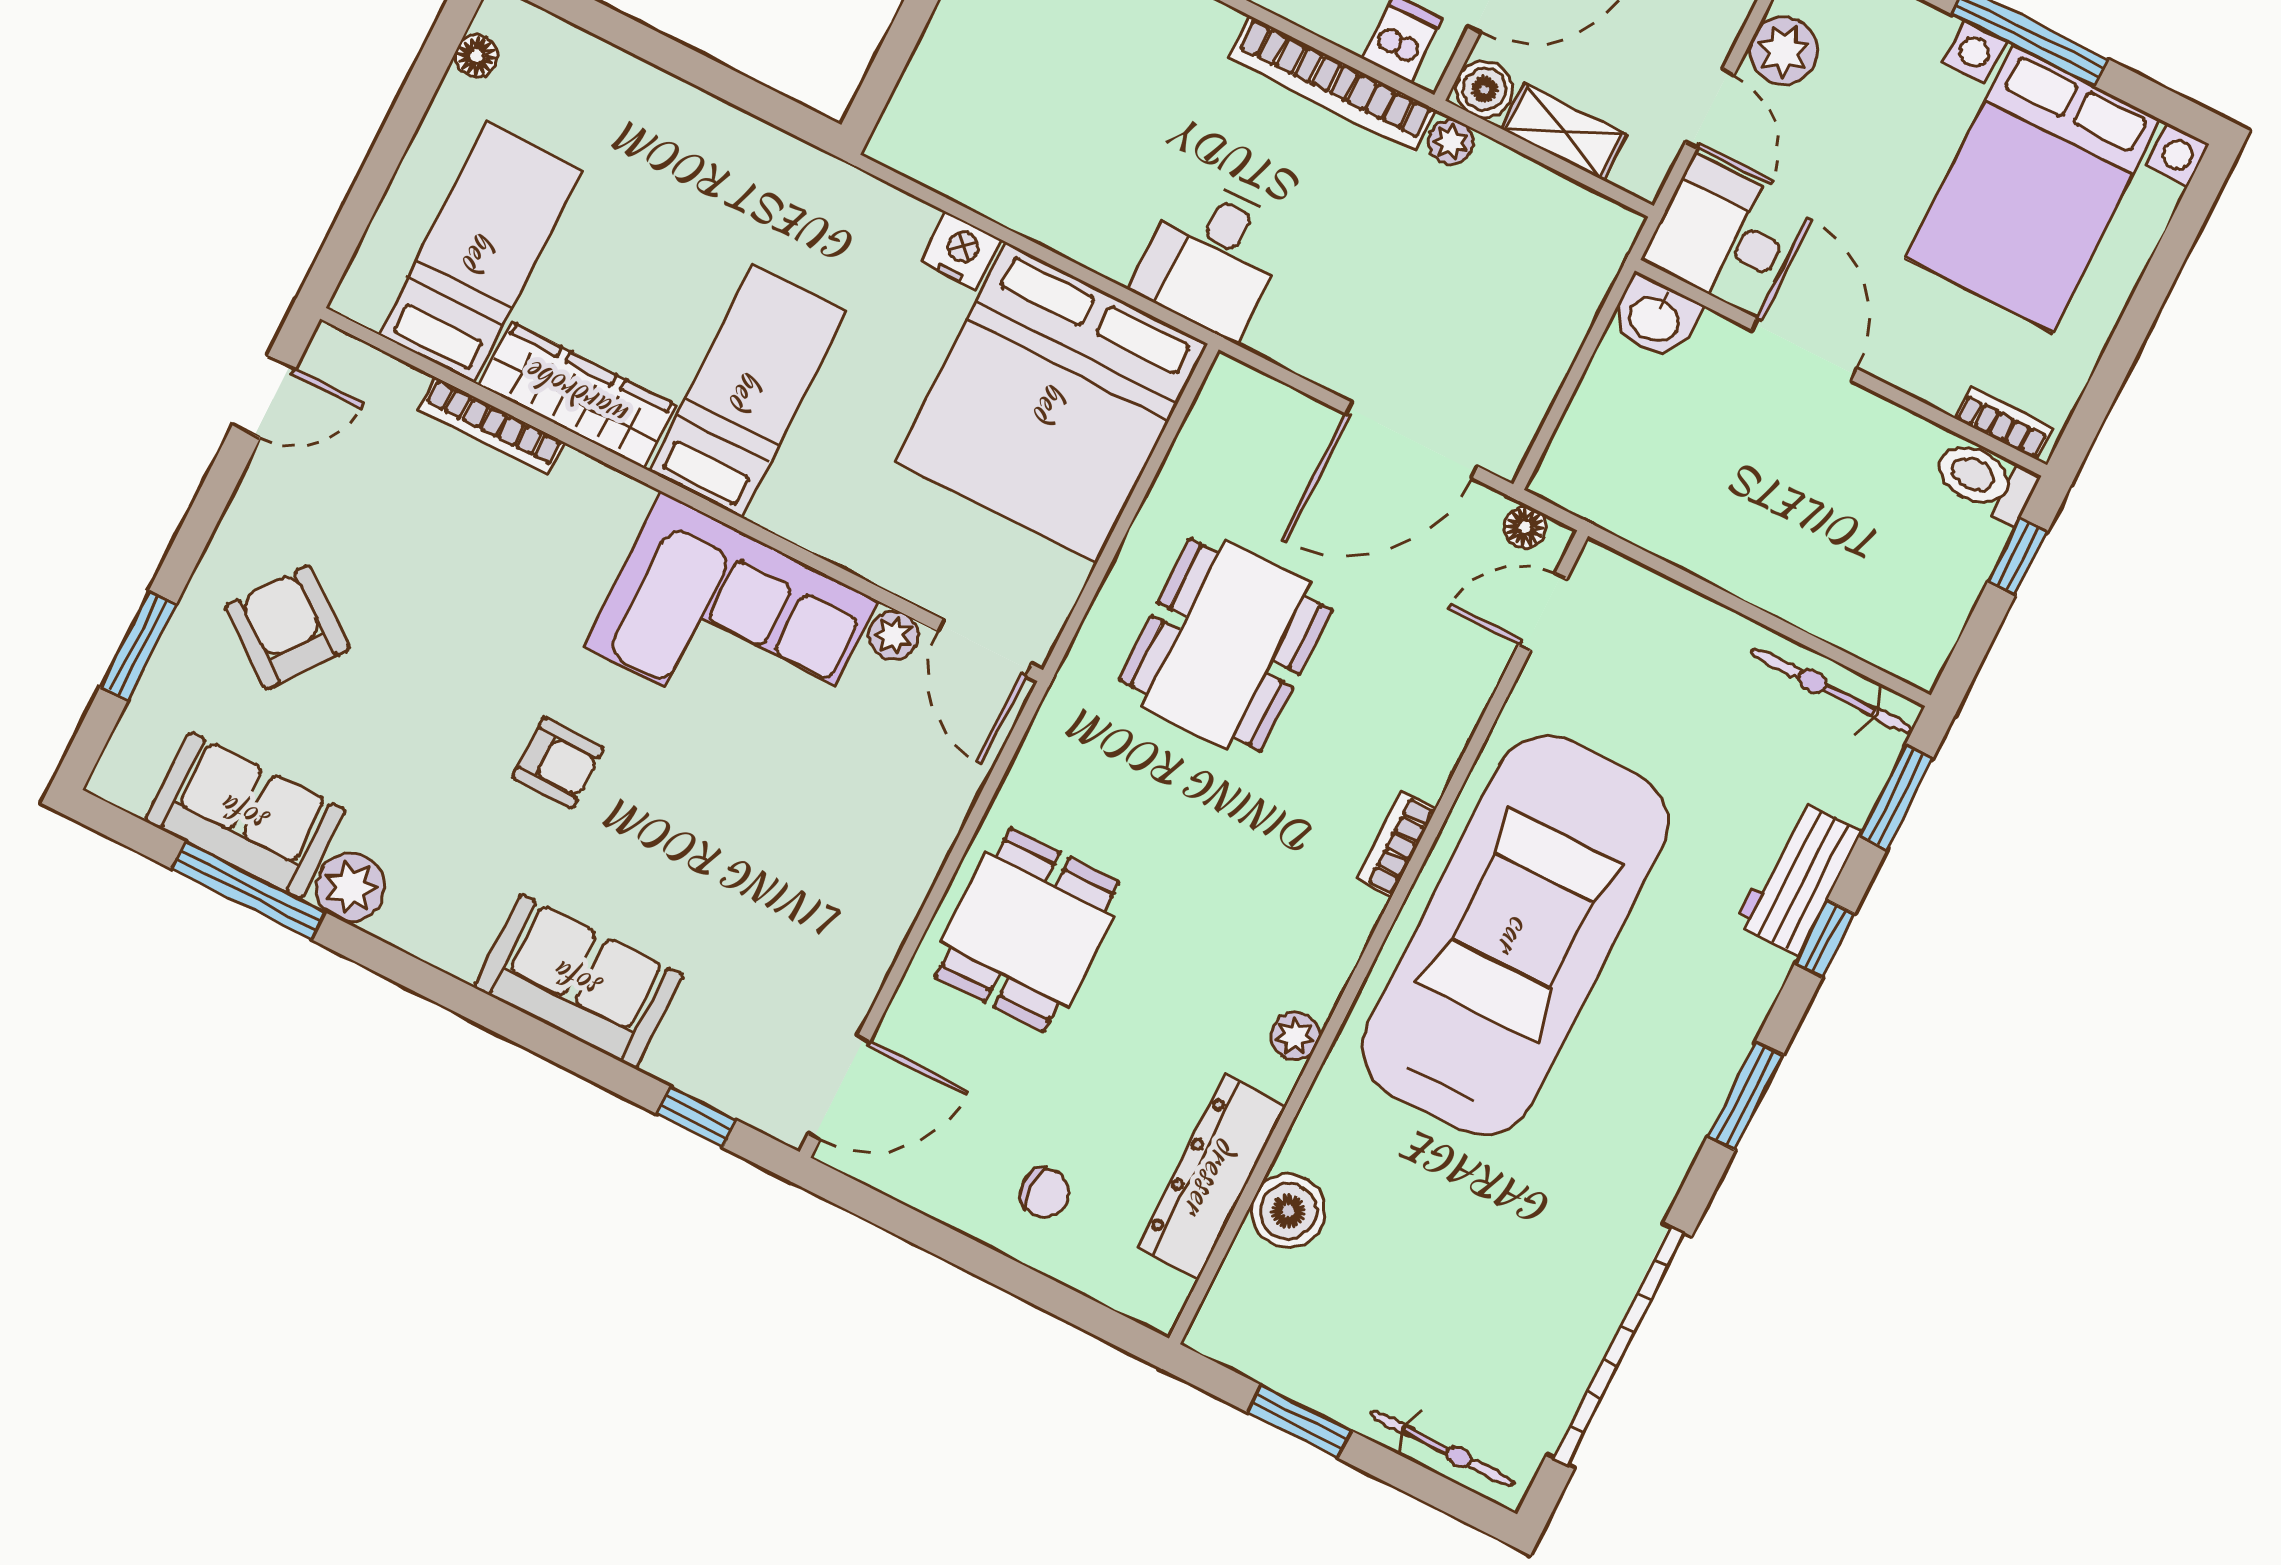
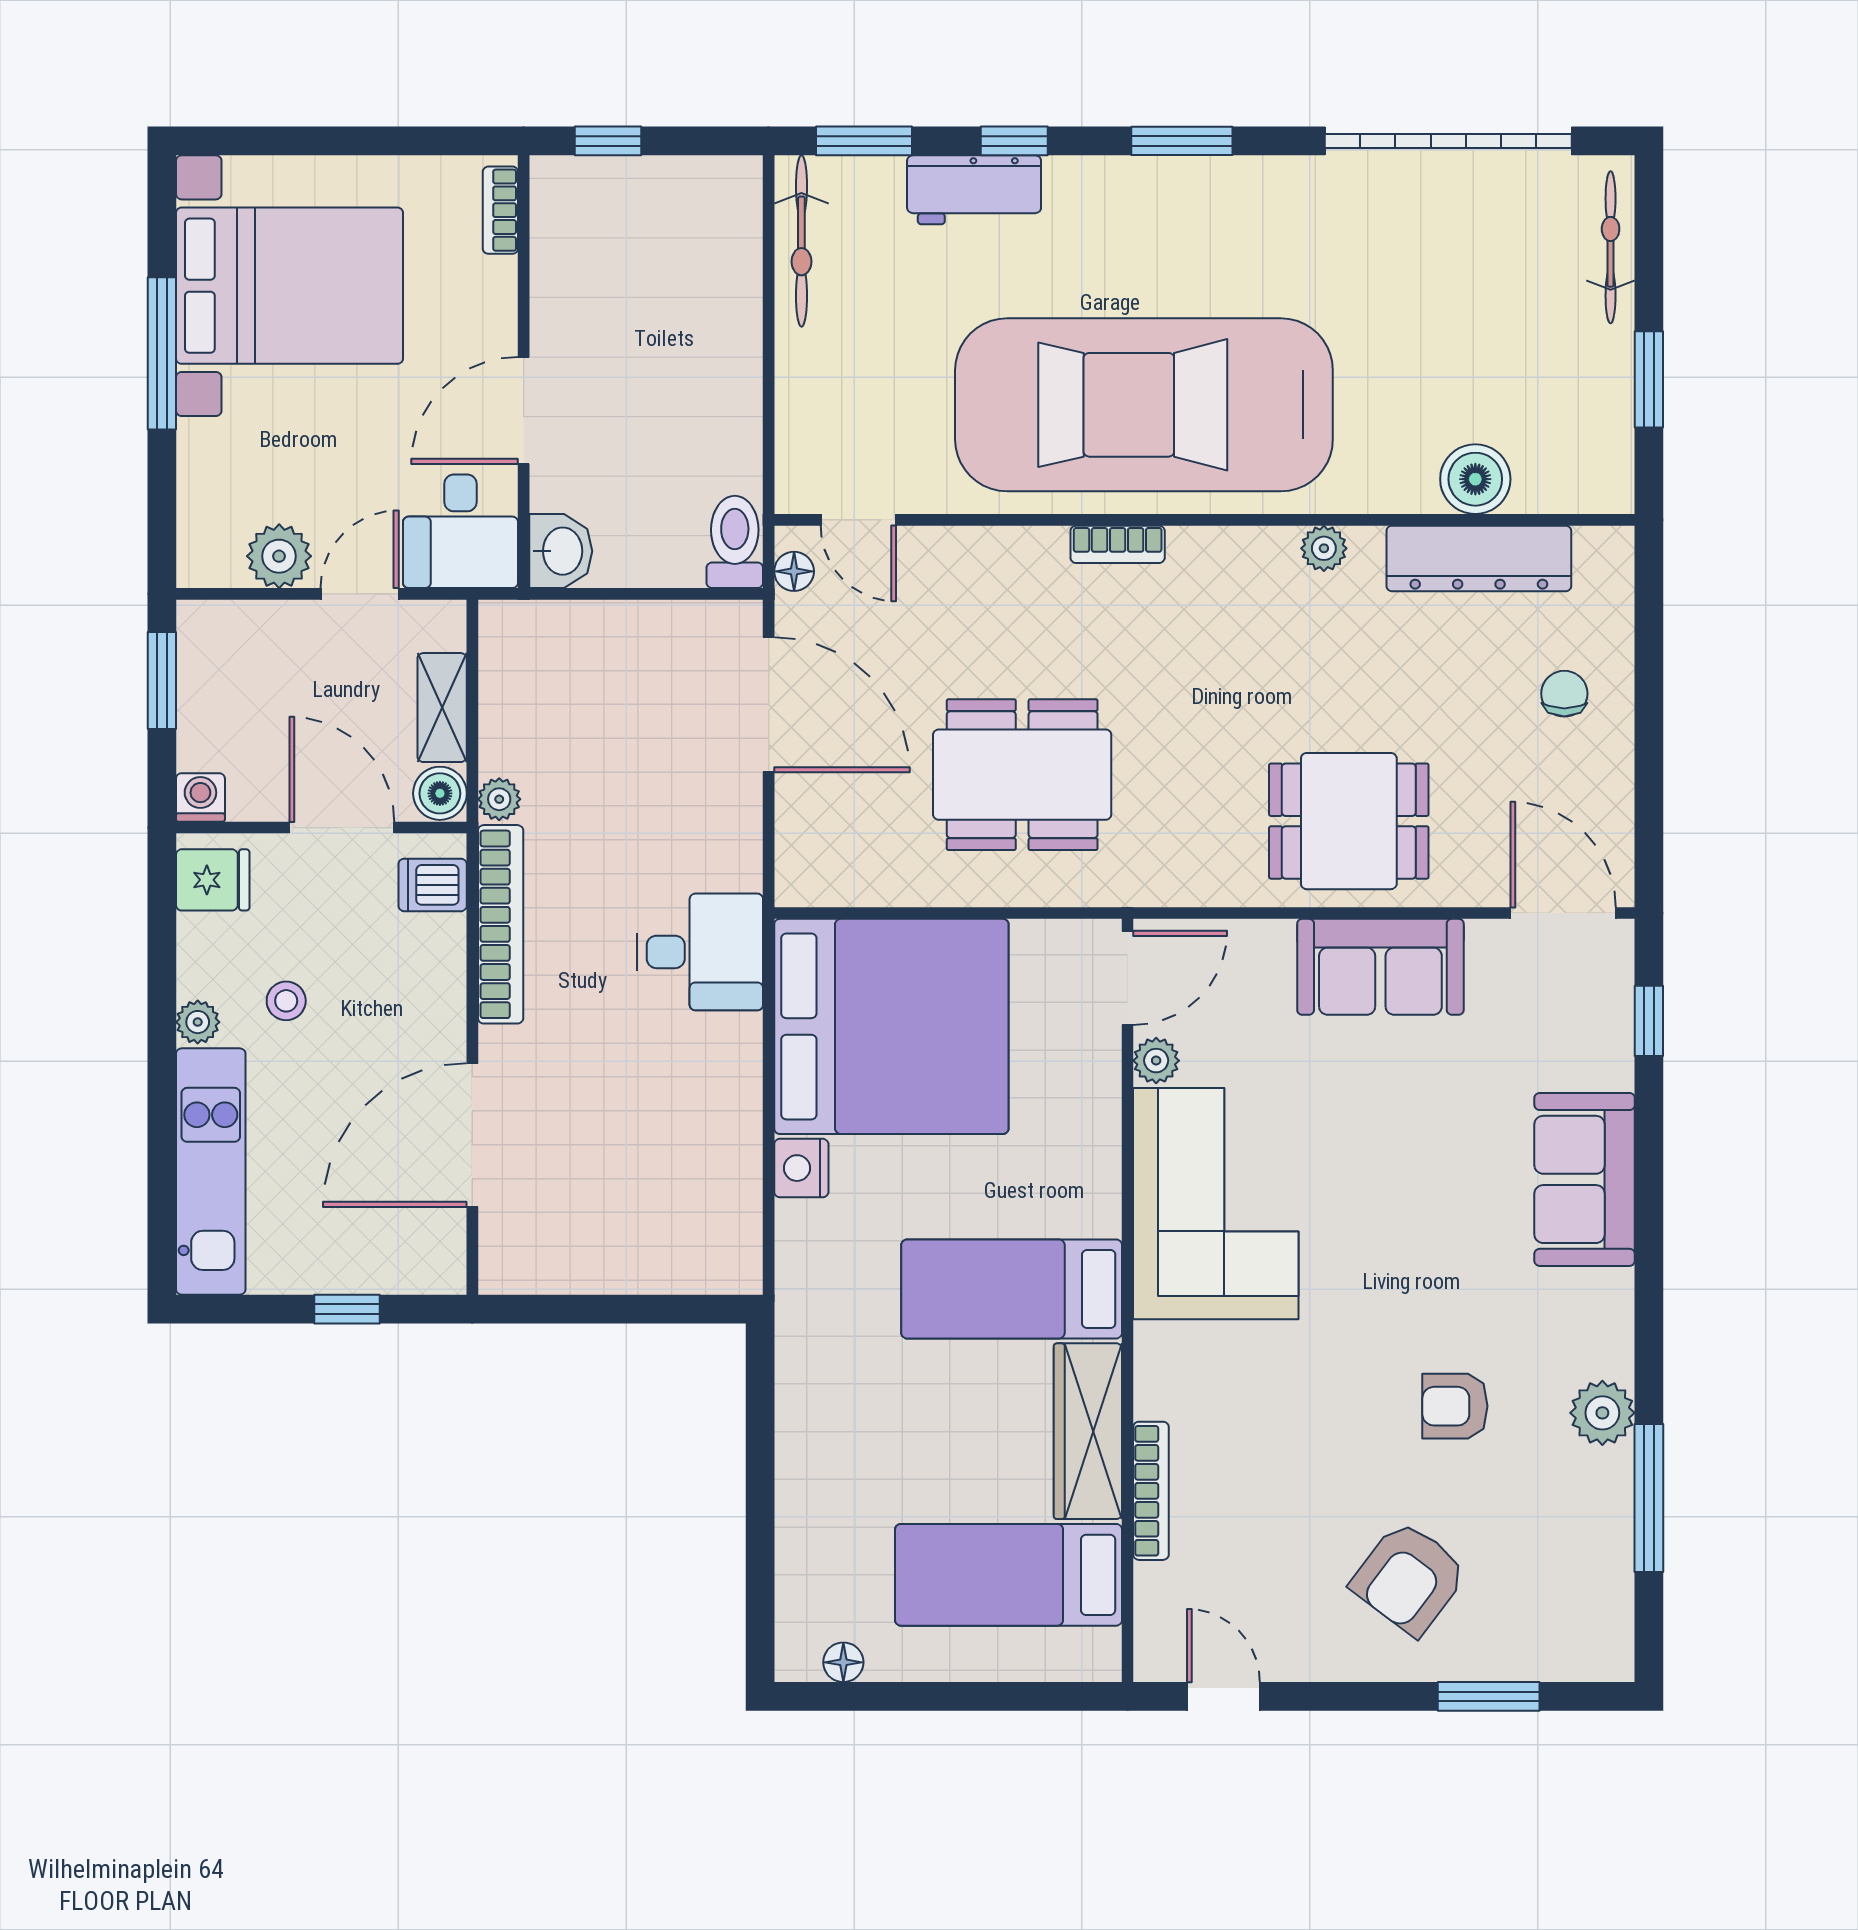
toilet: (1985, 480) -> (735, 542), moved, turned 180
armchair: (558, 763) -> (1455, 1406), moved, turned -91
sofa: (245, 815) -> (1380, 967), moved, turned -90

